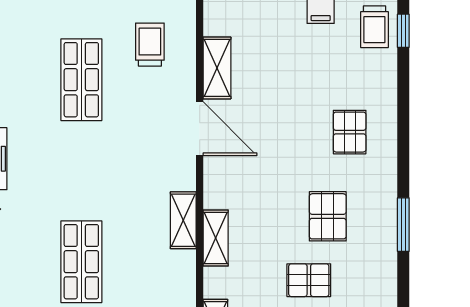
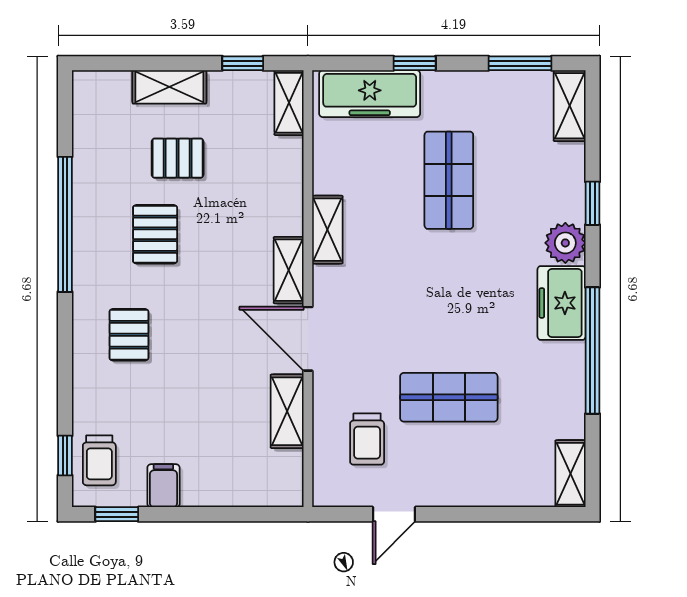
trolley: (374, 27) -> (99, 460), turned 180
shop shelf: (81, 80) -> (449, 397), turned 90
window: (403, 225) -> (65, 224), width x2.11
shelving: (216, 238) -> (289, 270), moved

